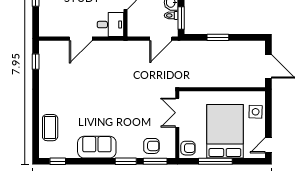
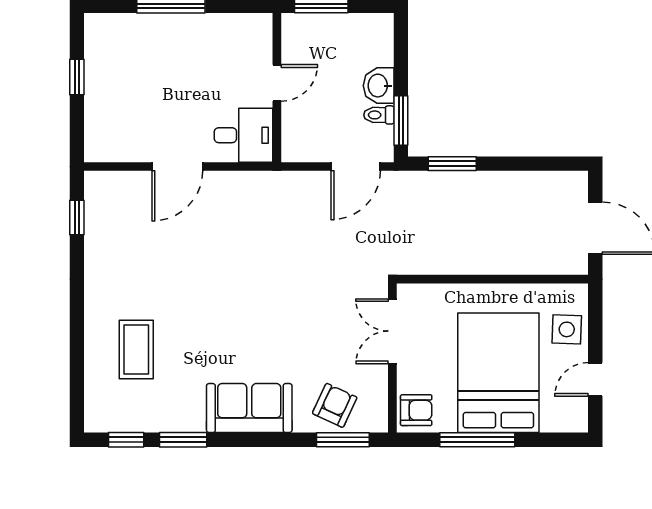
window: (218, 37) -> (452, 164), moved
coffee table: (50, 128) -> (136, 350), moved
door: (268, 145) -> (595, 379), moved
armchair: (151, 146) -> (335, 405), turned -65
sofa: (97, 147) -> (249, 408), moved
window: (126, 161) -> (183, 440), moved

